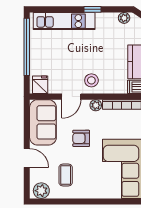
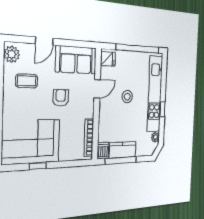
kitchen unit: (64, 21) -> (155, 94), width x1.36
stool: (91, 80) -> (127, 97), moved
door: (71, 97) -> (97, 89), swing flipped
plant: (96, 105) -> (89, 112), removed

